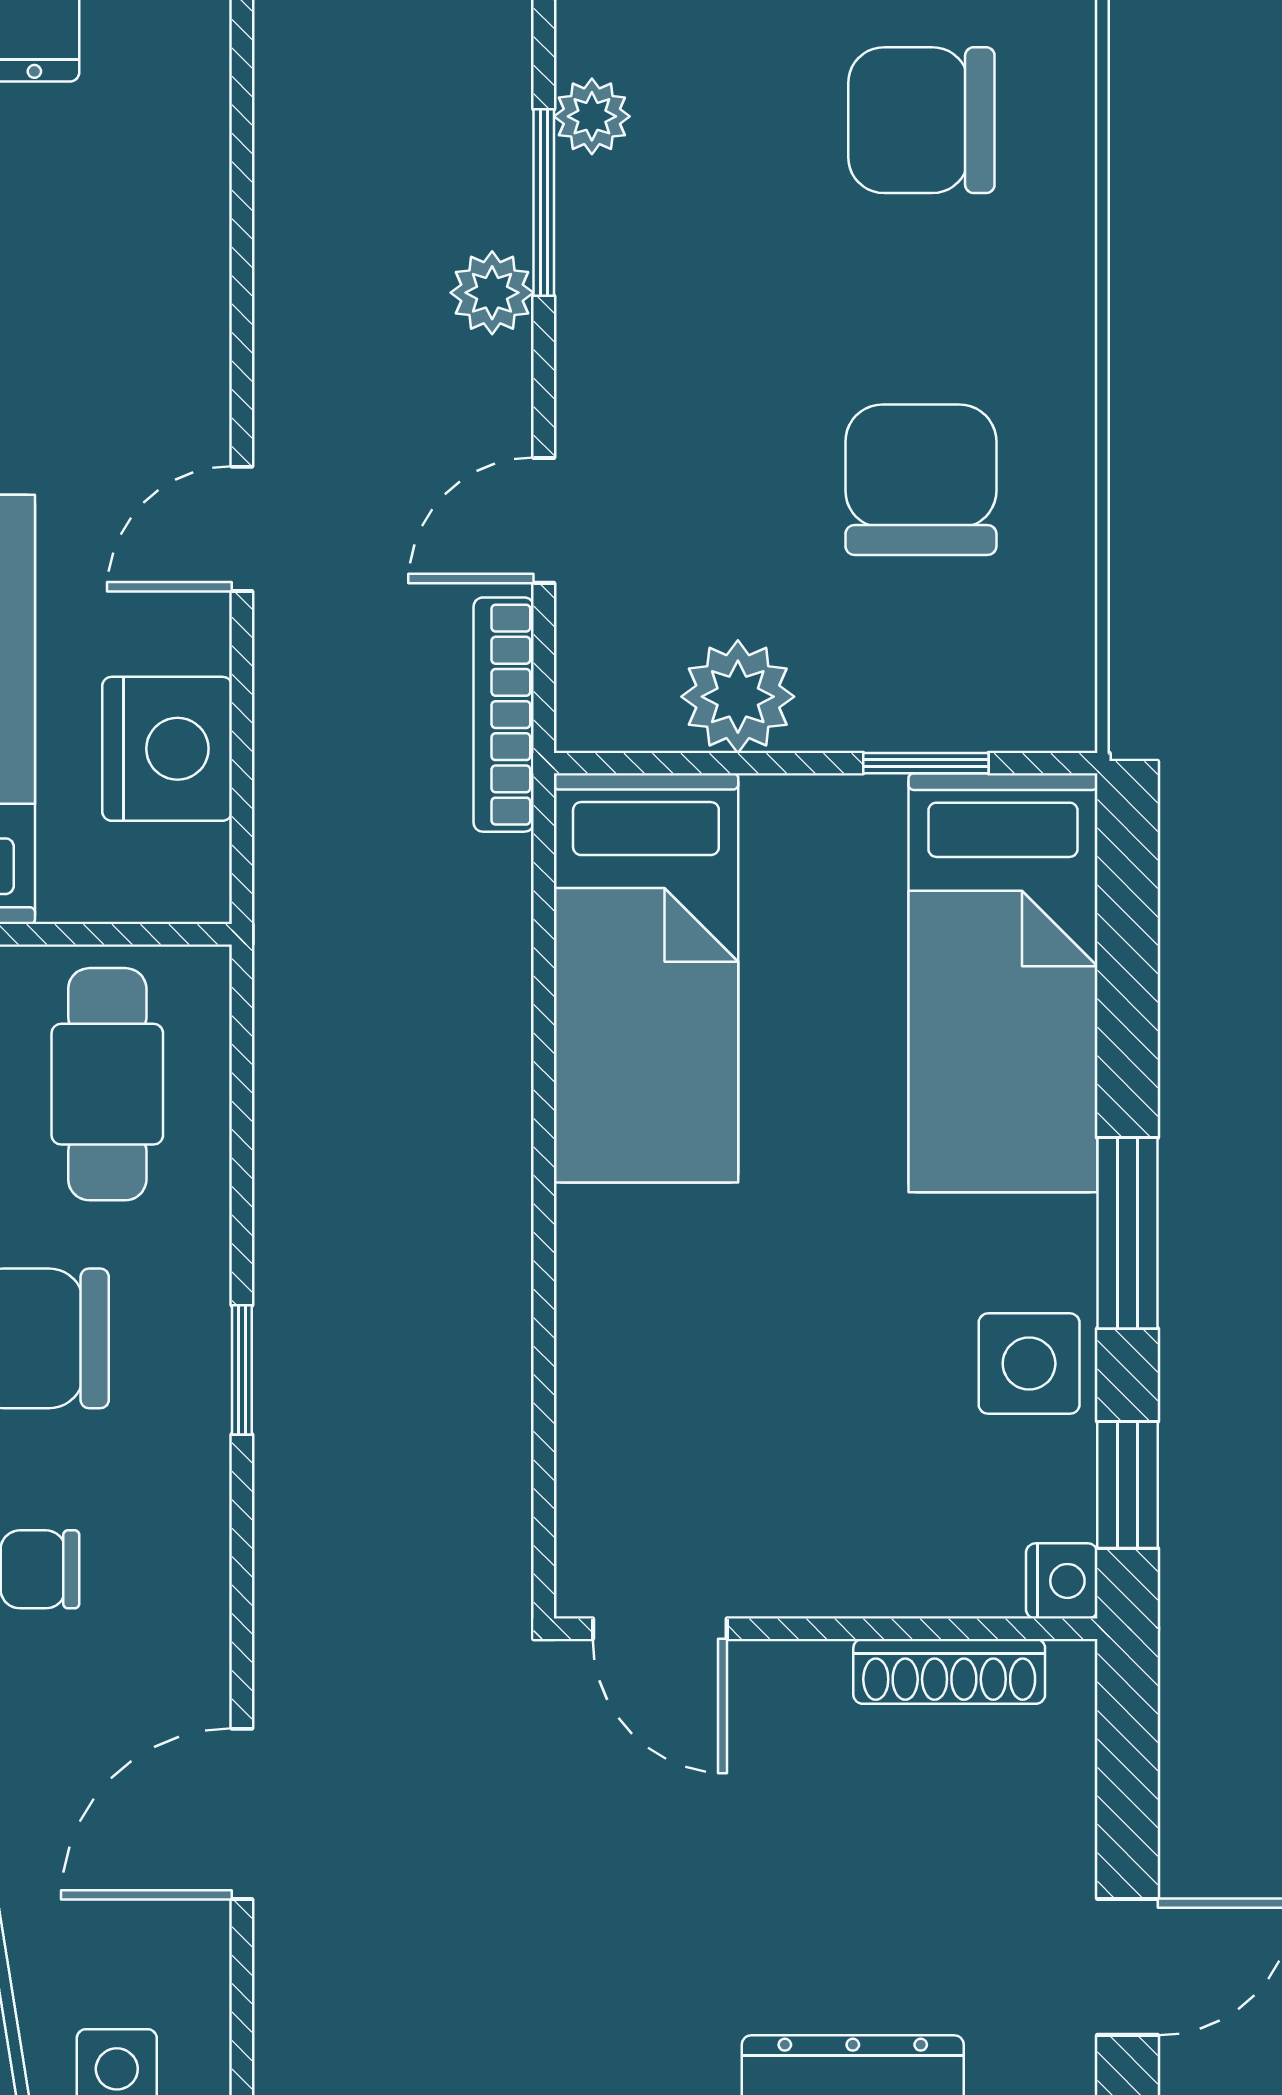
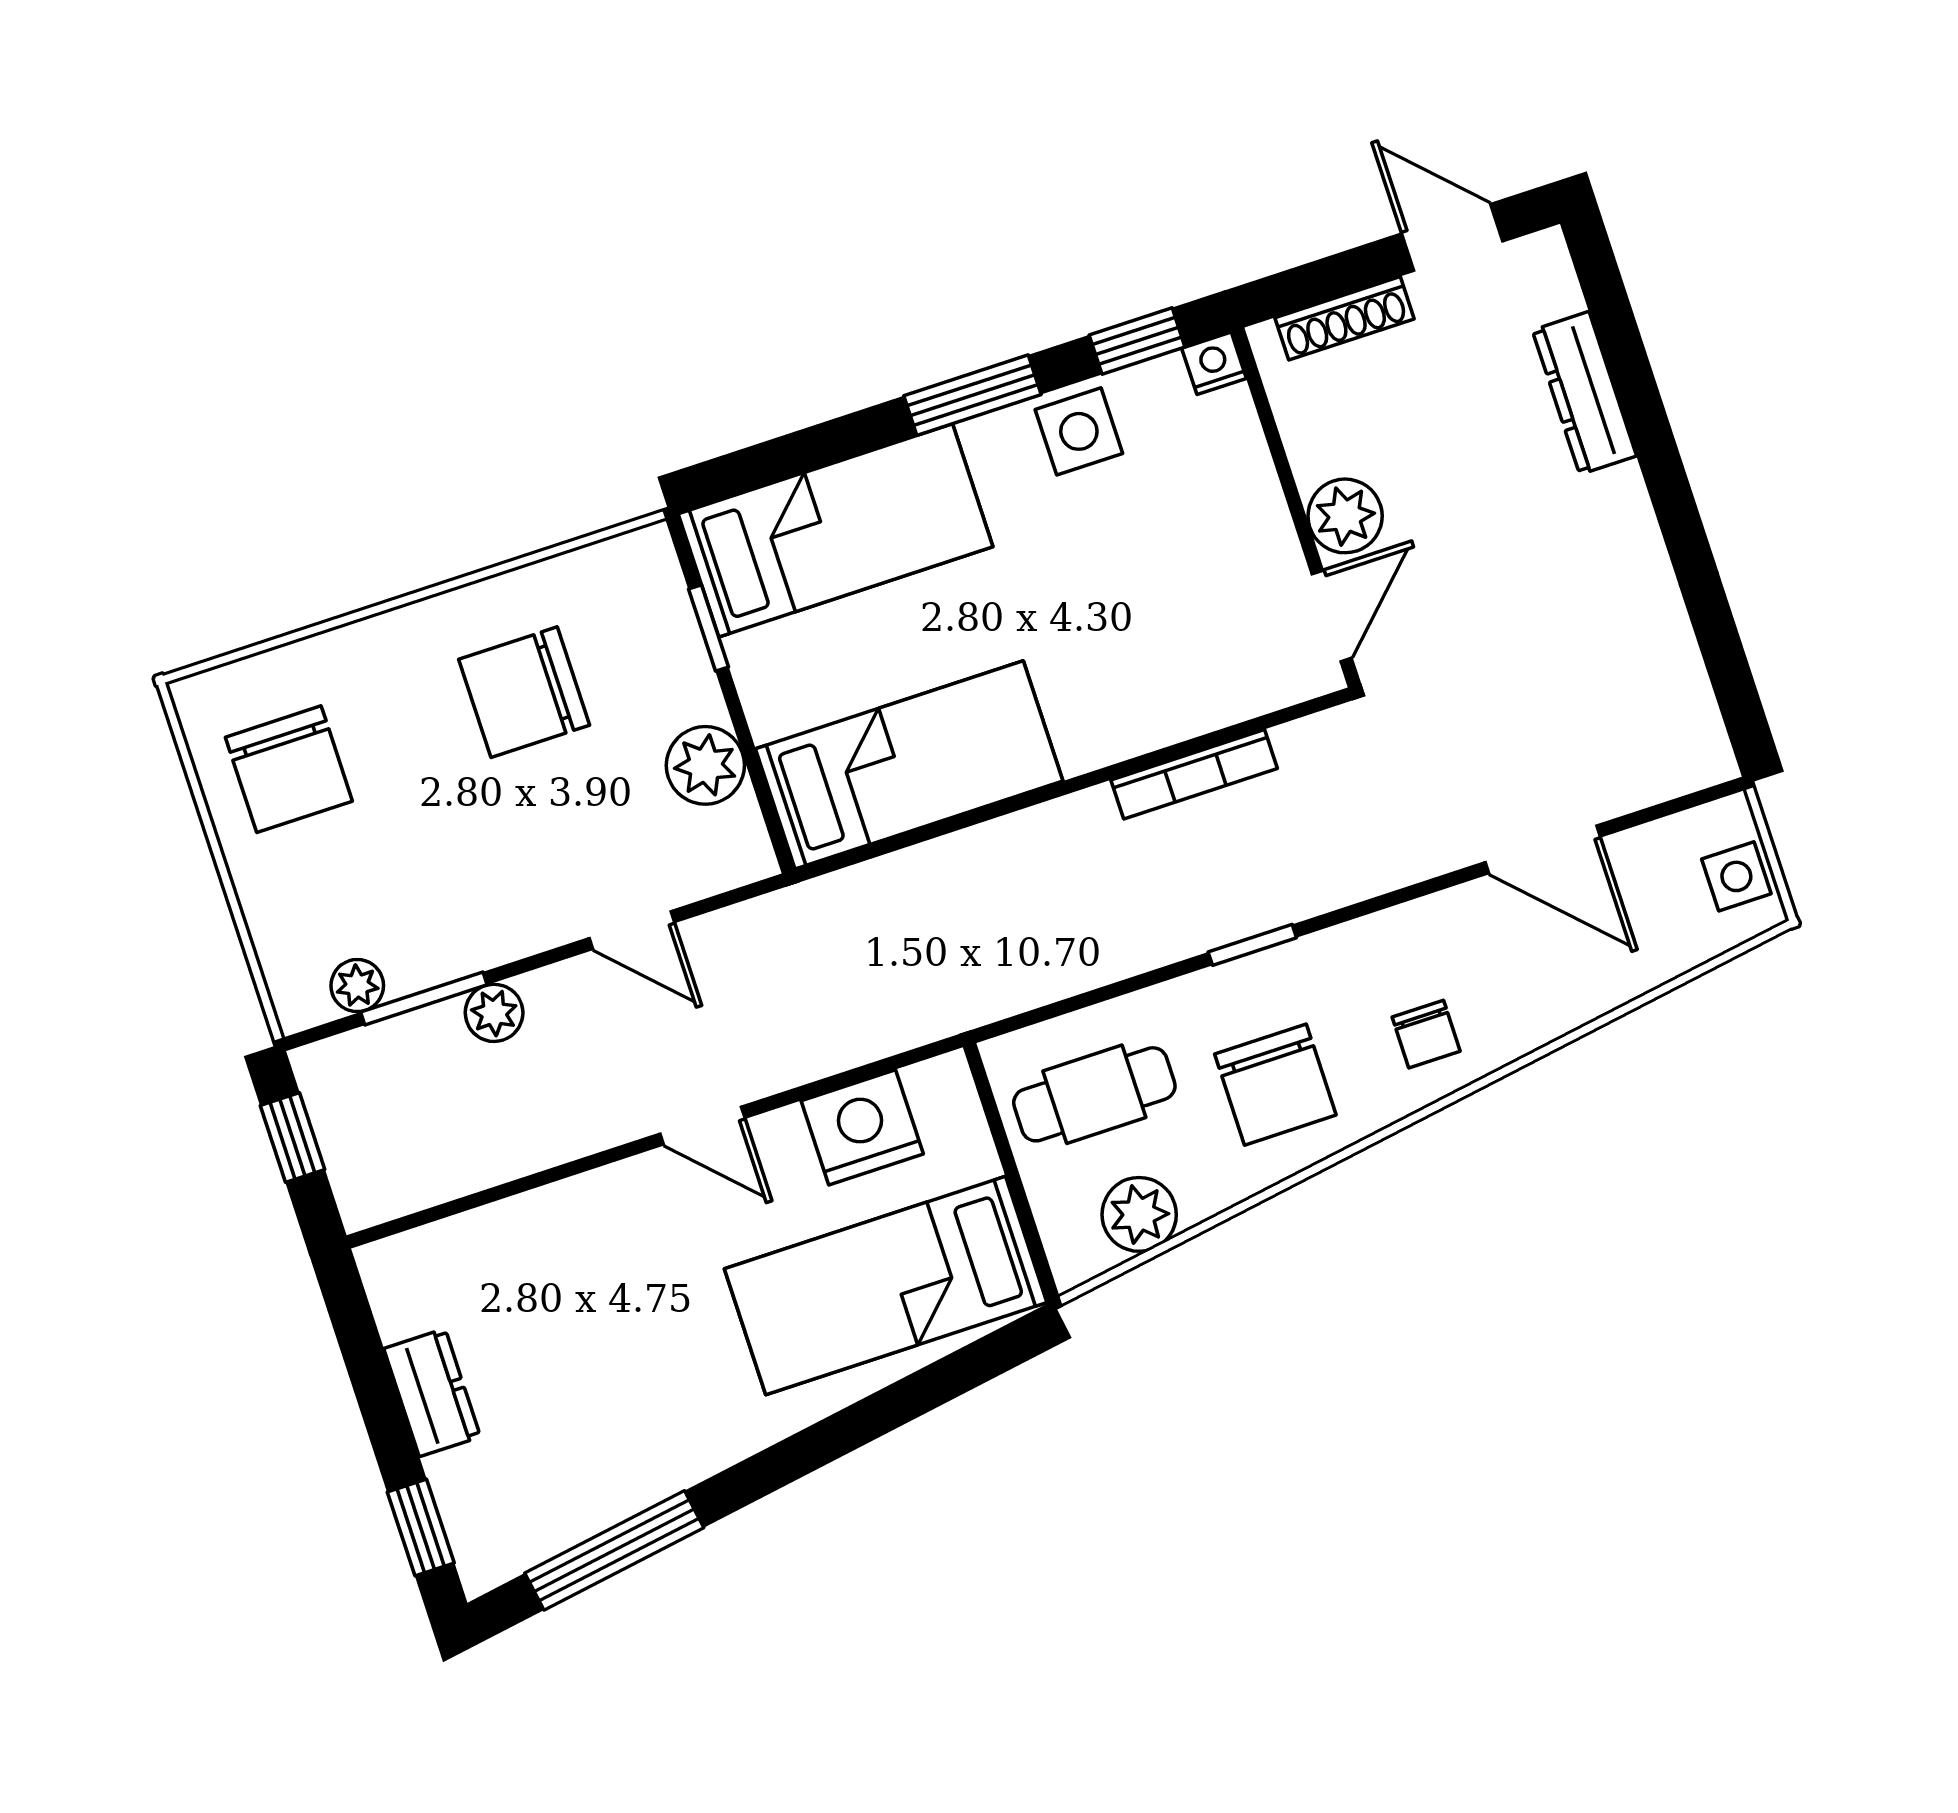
bookcase: (504, 715) -> (1194, 774), moved
shoe rack: (949, 1671) -> (1344, 318), moved, turned 90
plant: (792, 1693) -> (1345, 516), added

